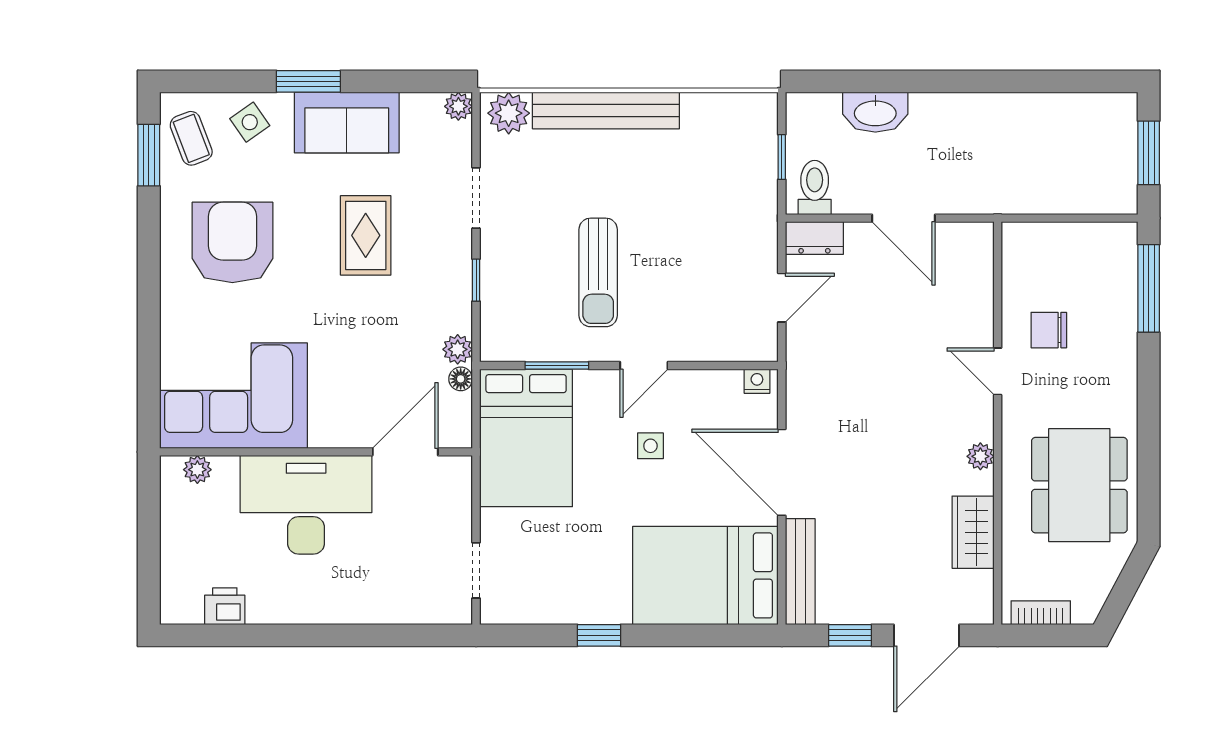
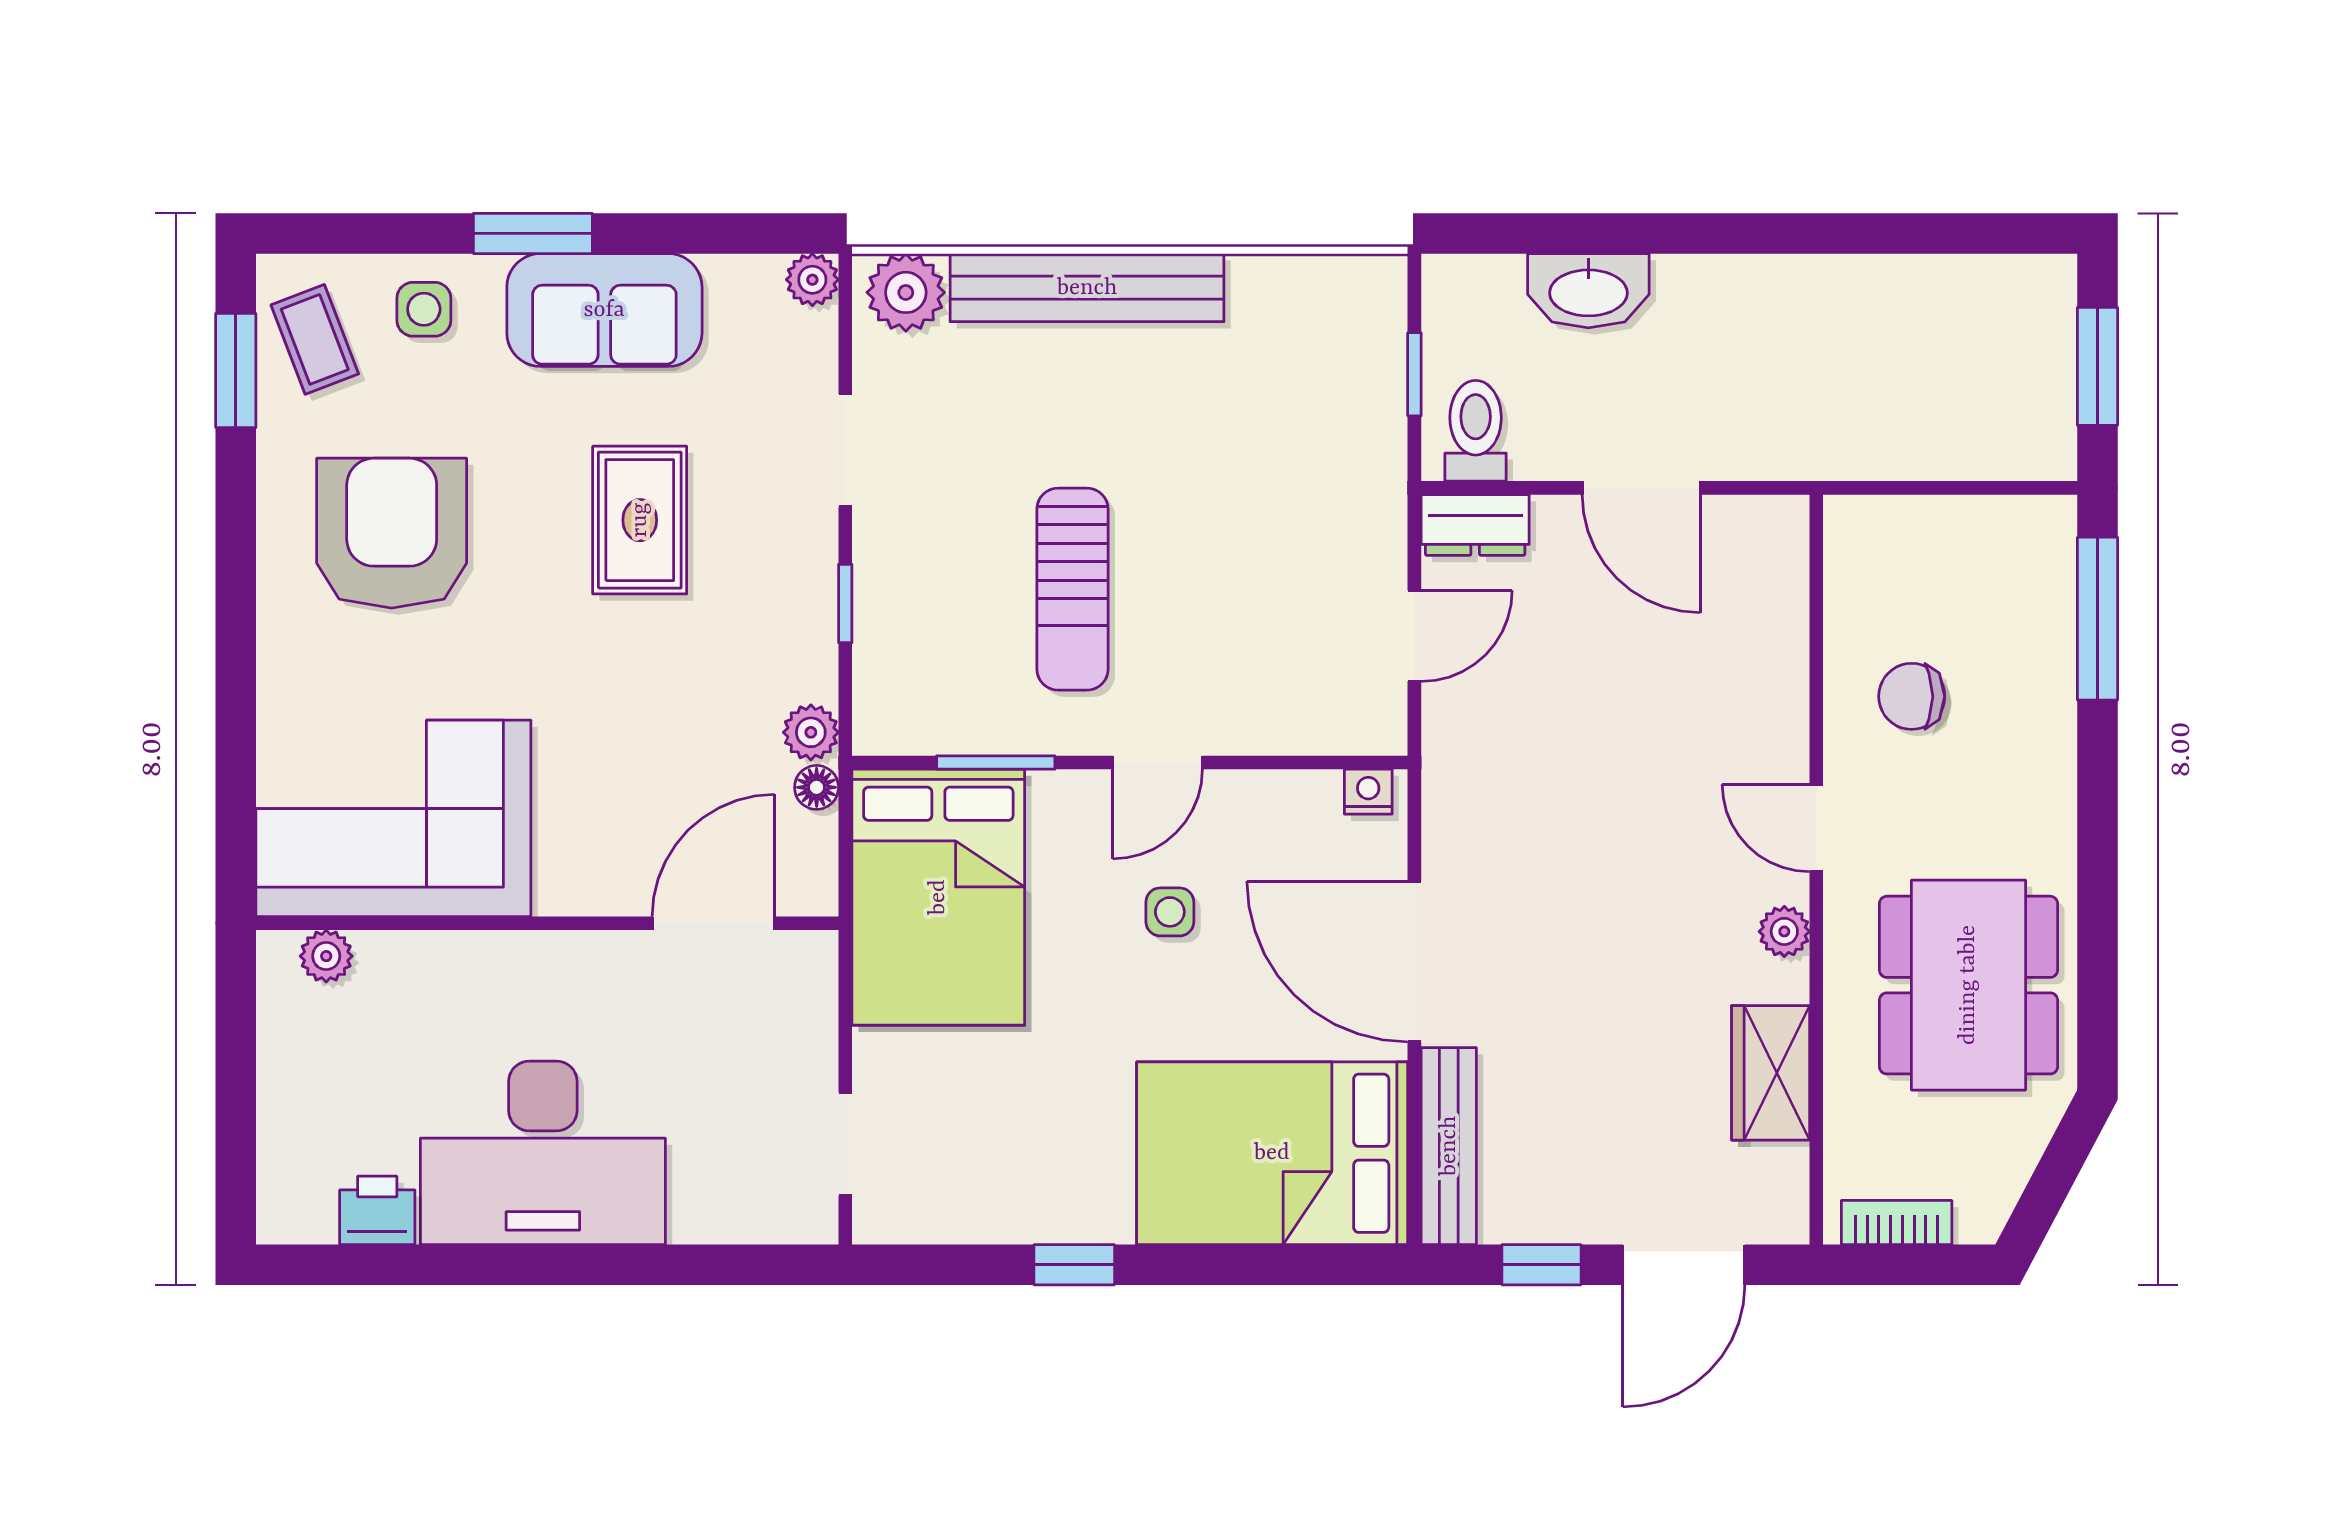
side table: (250, 122) -> (424, 309), turned 35
door: (998, 371) -> (1816, 828), moved
desk: (306, 505) -> (543, 1153), moved, turned 180

